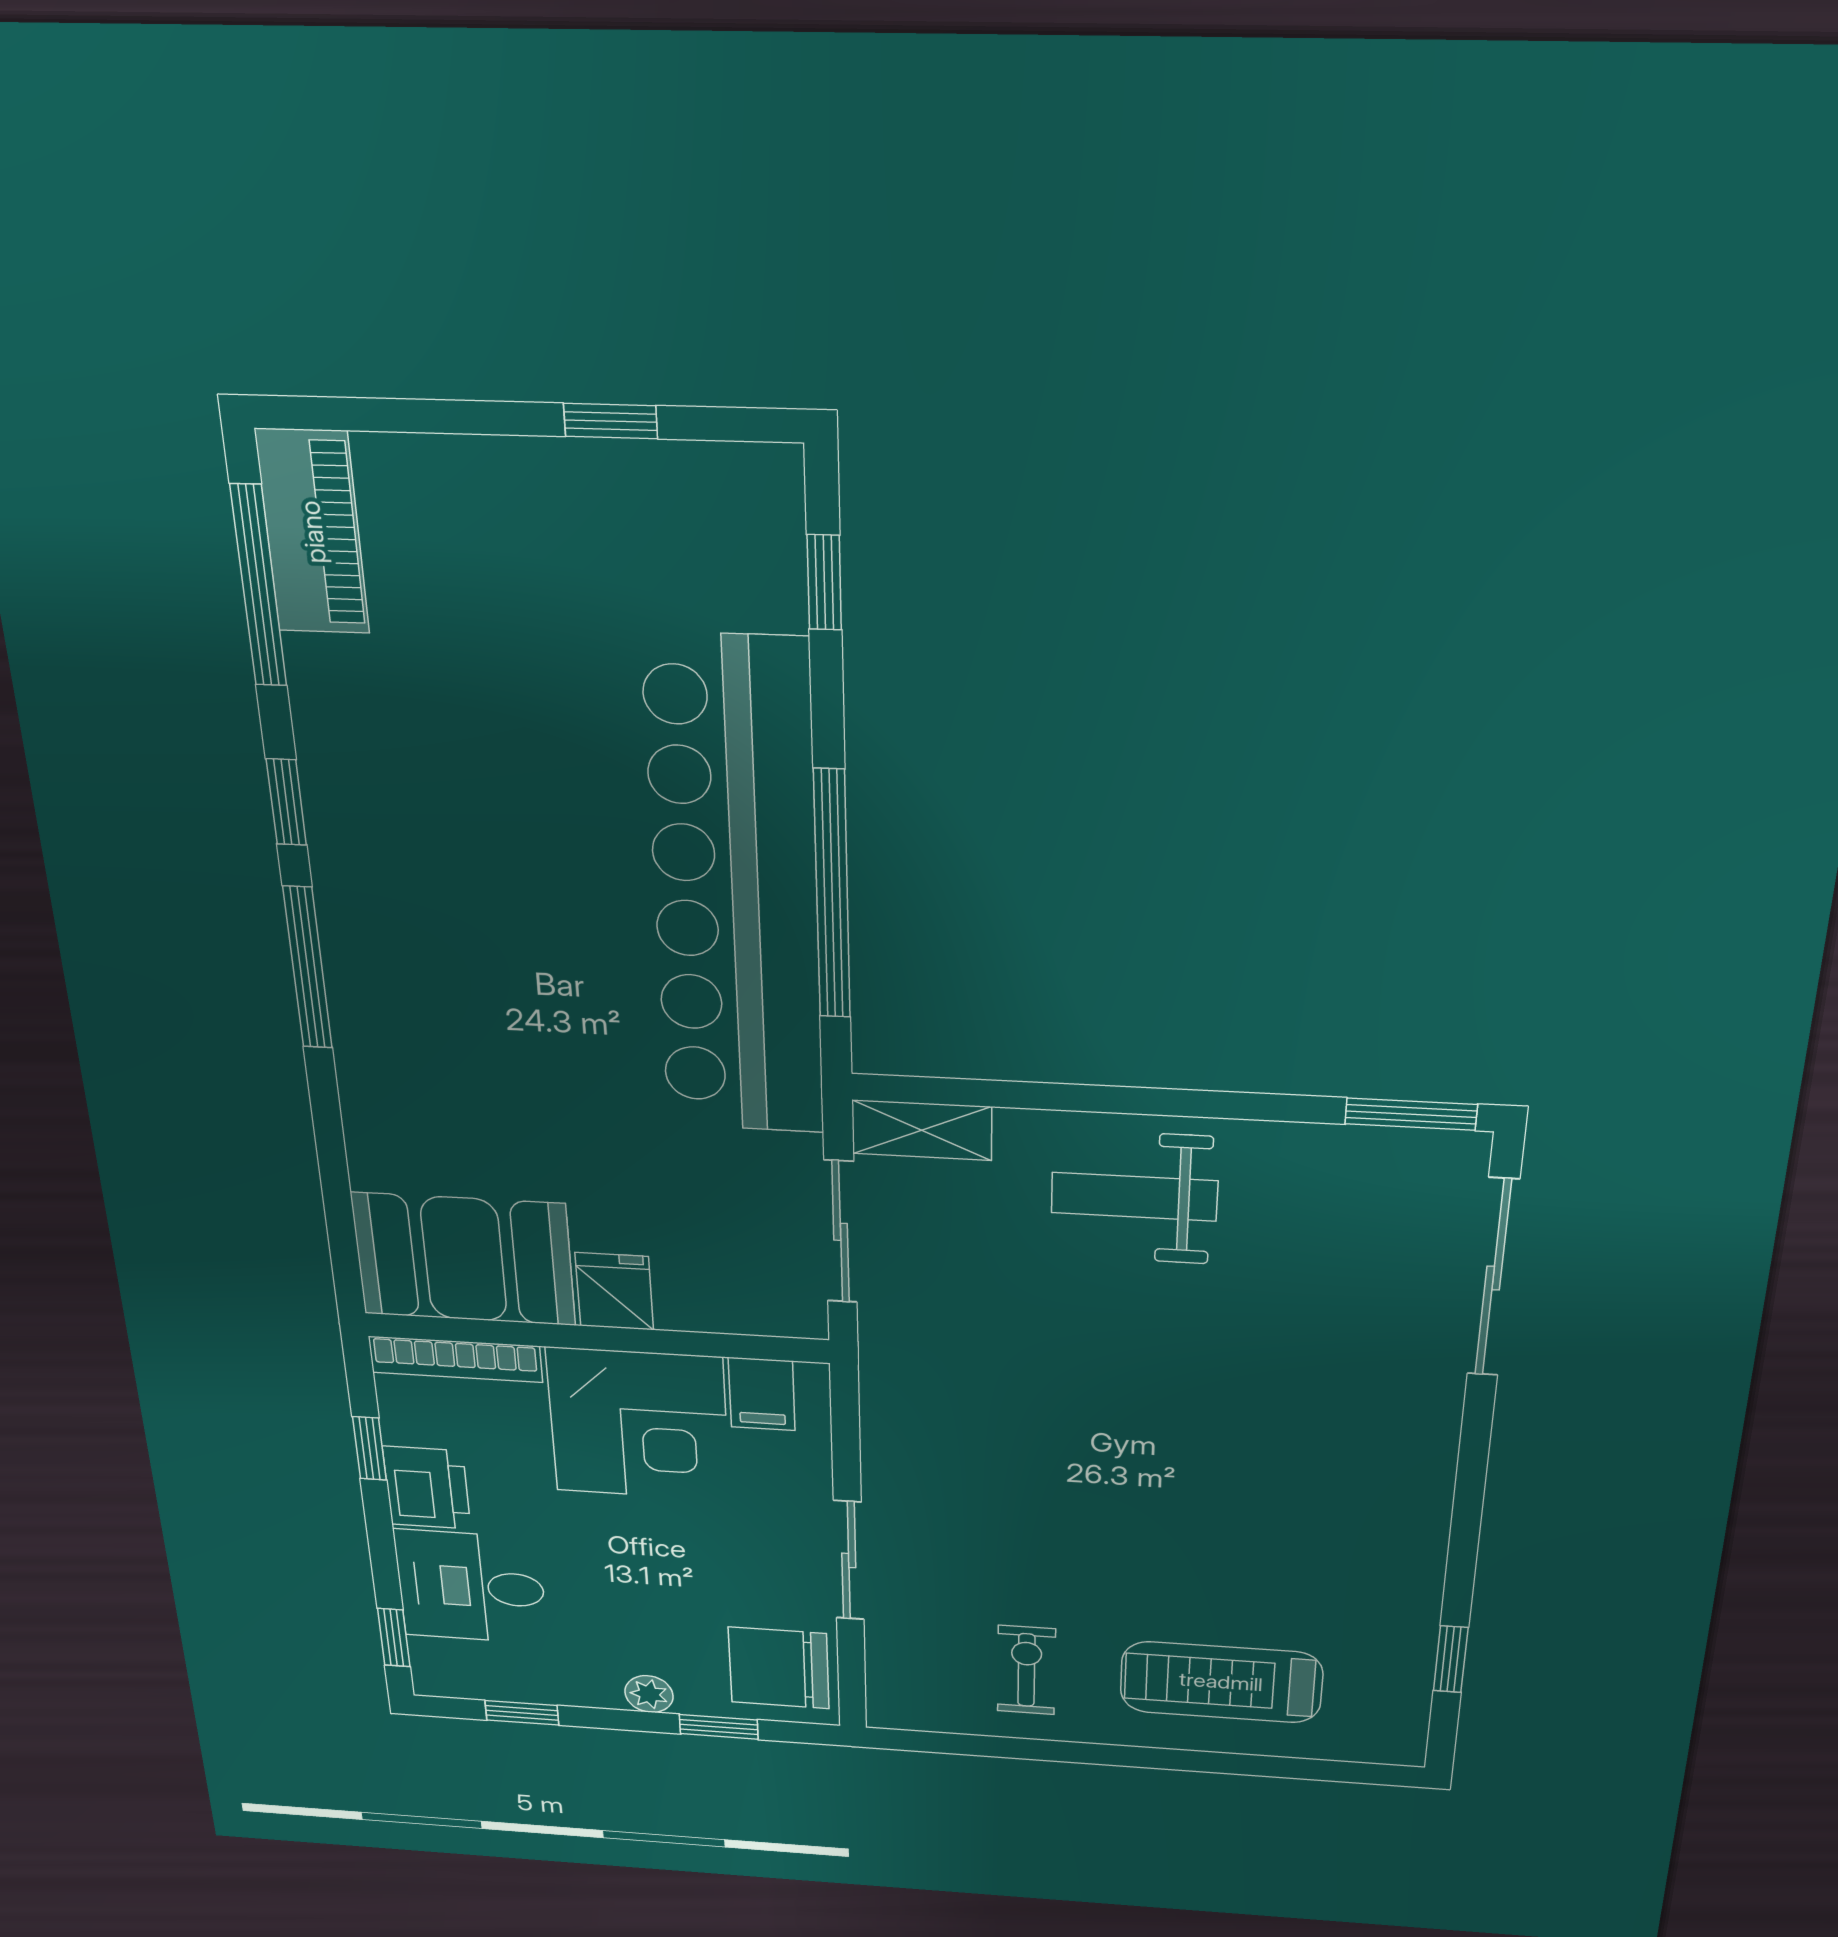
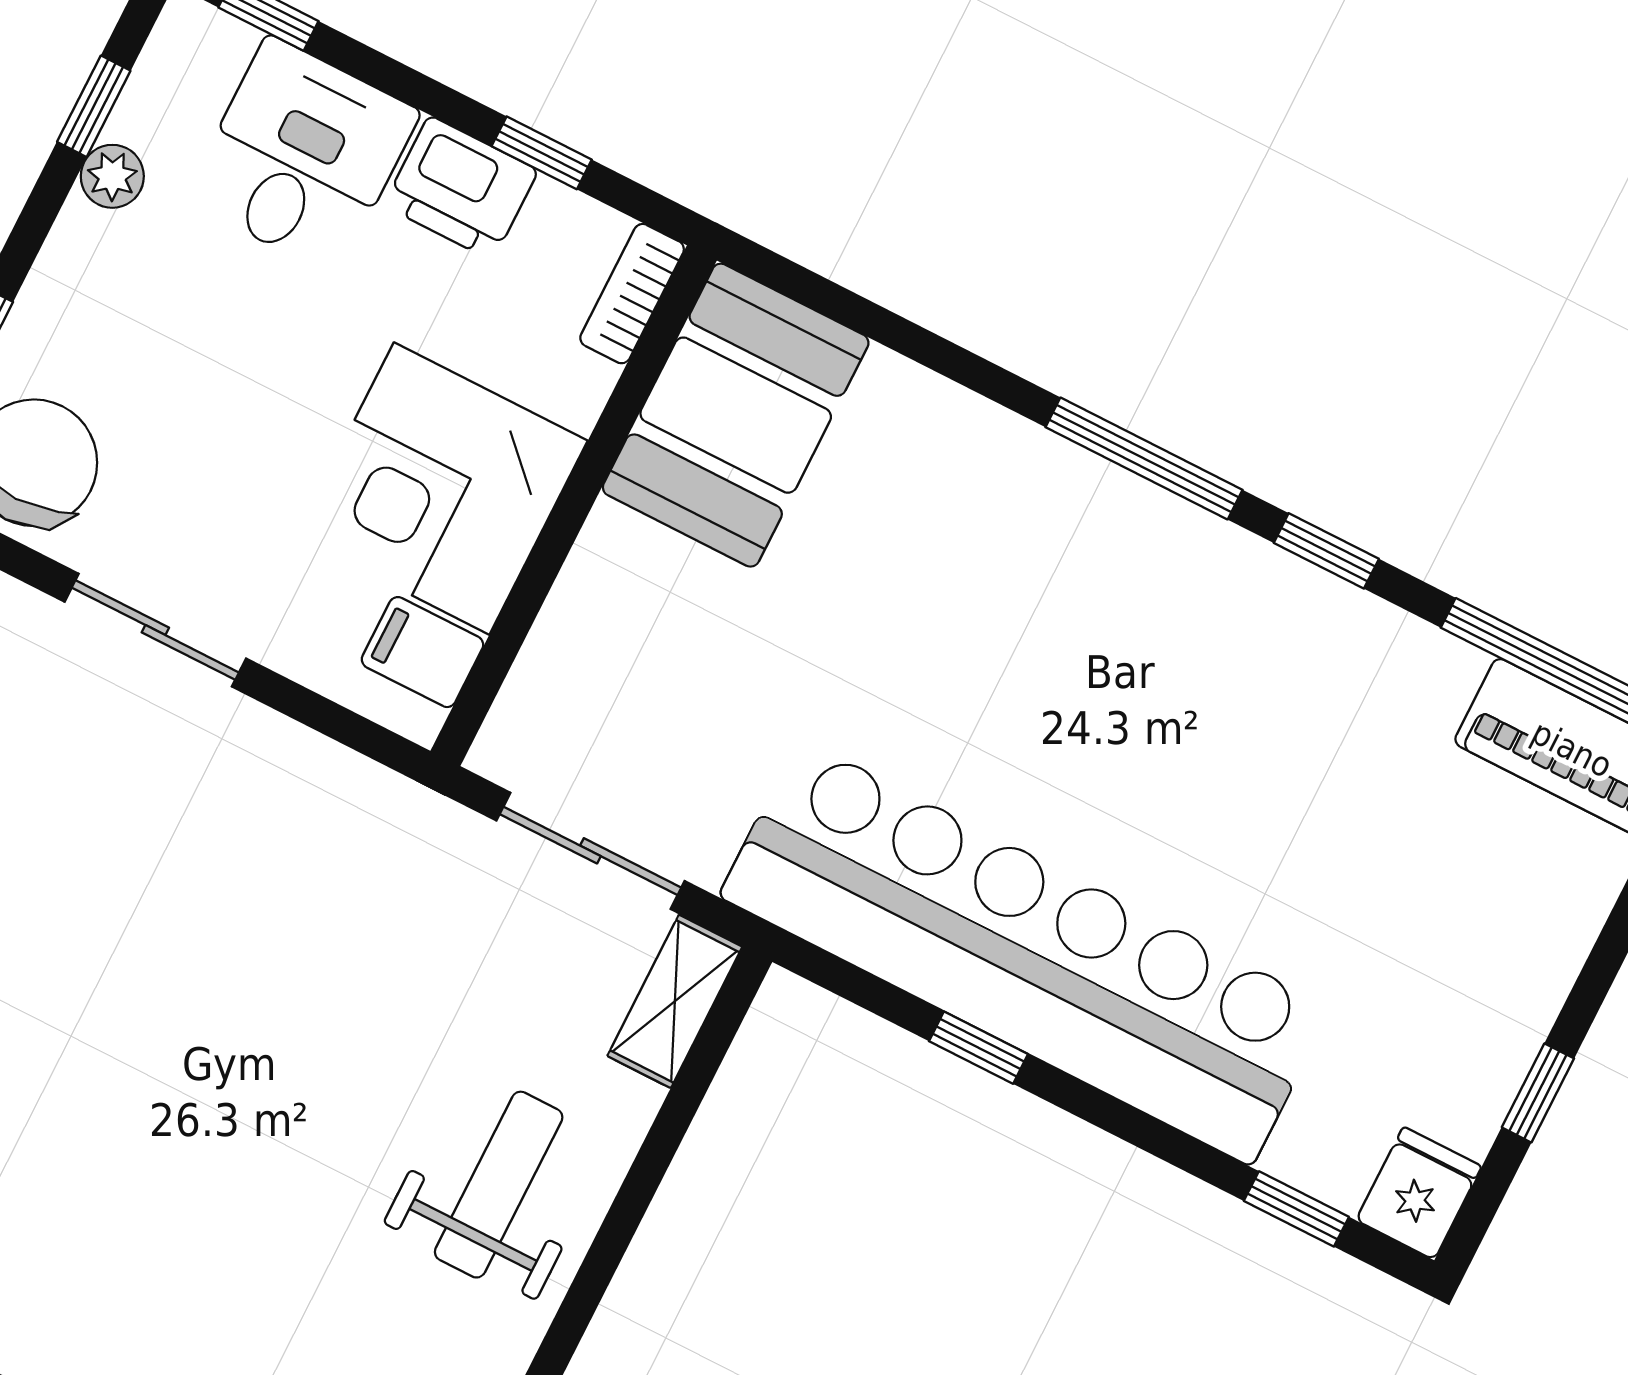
window: (832, 895) -> (979, 1048), width x0.32
fridge: (614, 1291) -> (1419, 1193), moved, turned -90
bookcase: (456, 1359) -> (632, 294), width x0.64
plant: (649, 1694) -> (112, 176), moved

